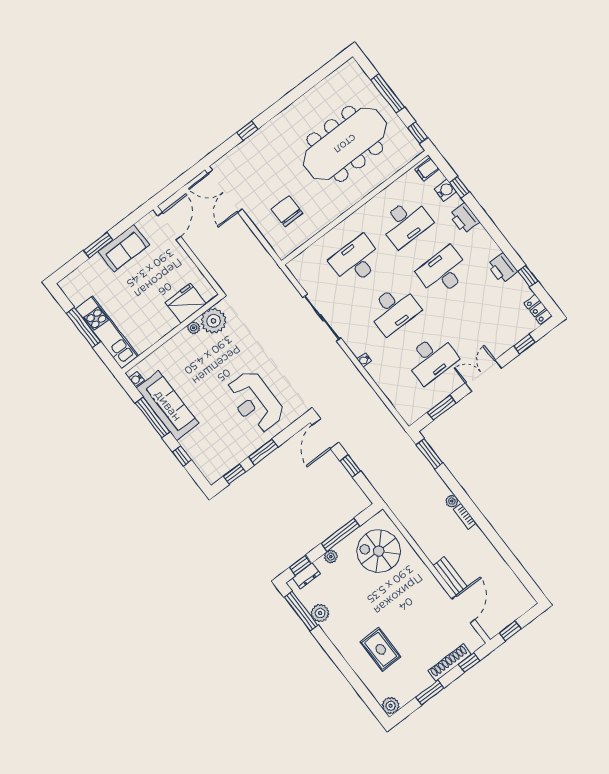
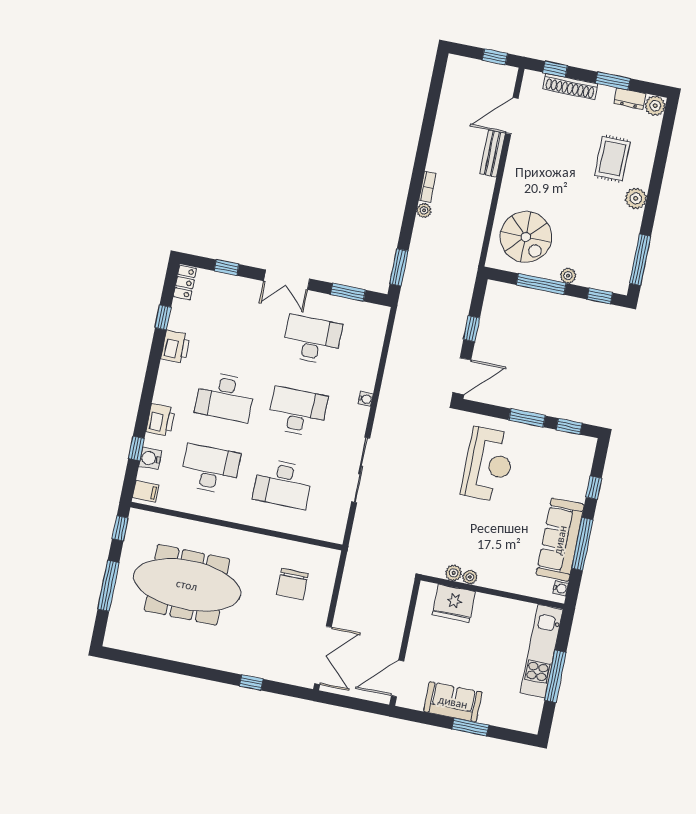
plant: (214, 321) -> (454, 573), width x0.53, depth x0.53
dresser: (307, 576) -> (630, 99), moved, turned 180
plant: (320, 613) -> (636, 198), moved

